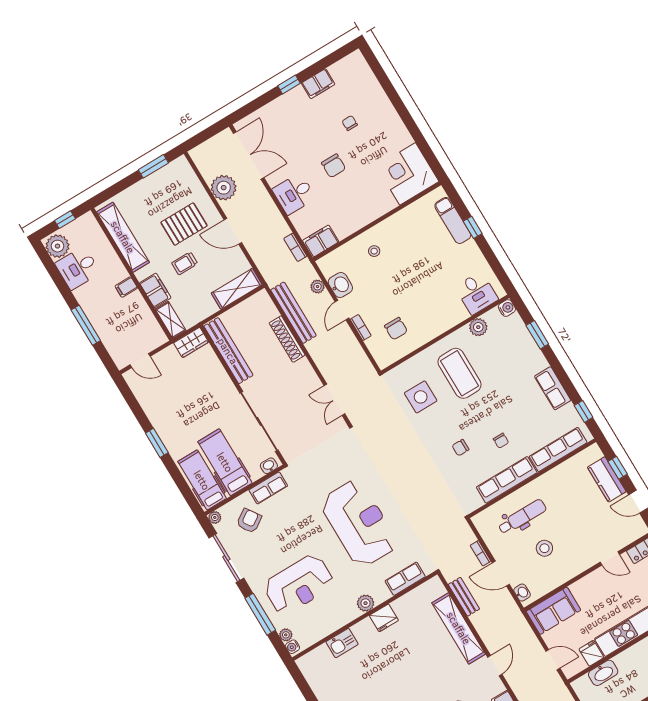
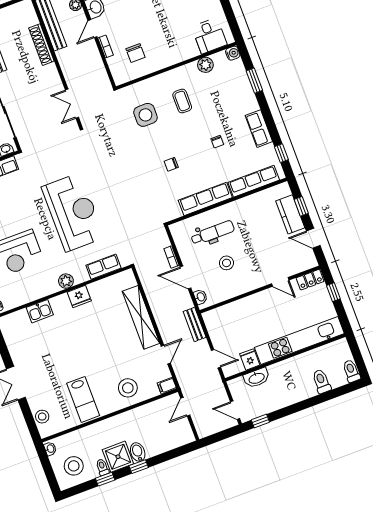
coffee table: (459, 373) -> (182, 101), width x0.54, depth x0.58
chair: (501, 441) -> (217, 142), moved
bench: (464, 597) -> (195, 324), moved
sofa: (553, 611) -> (224, 317), removed

